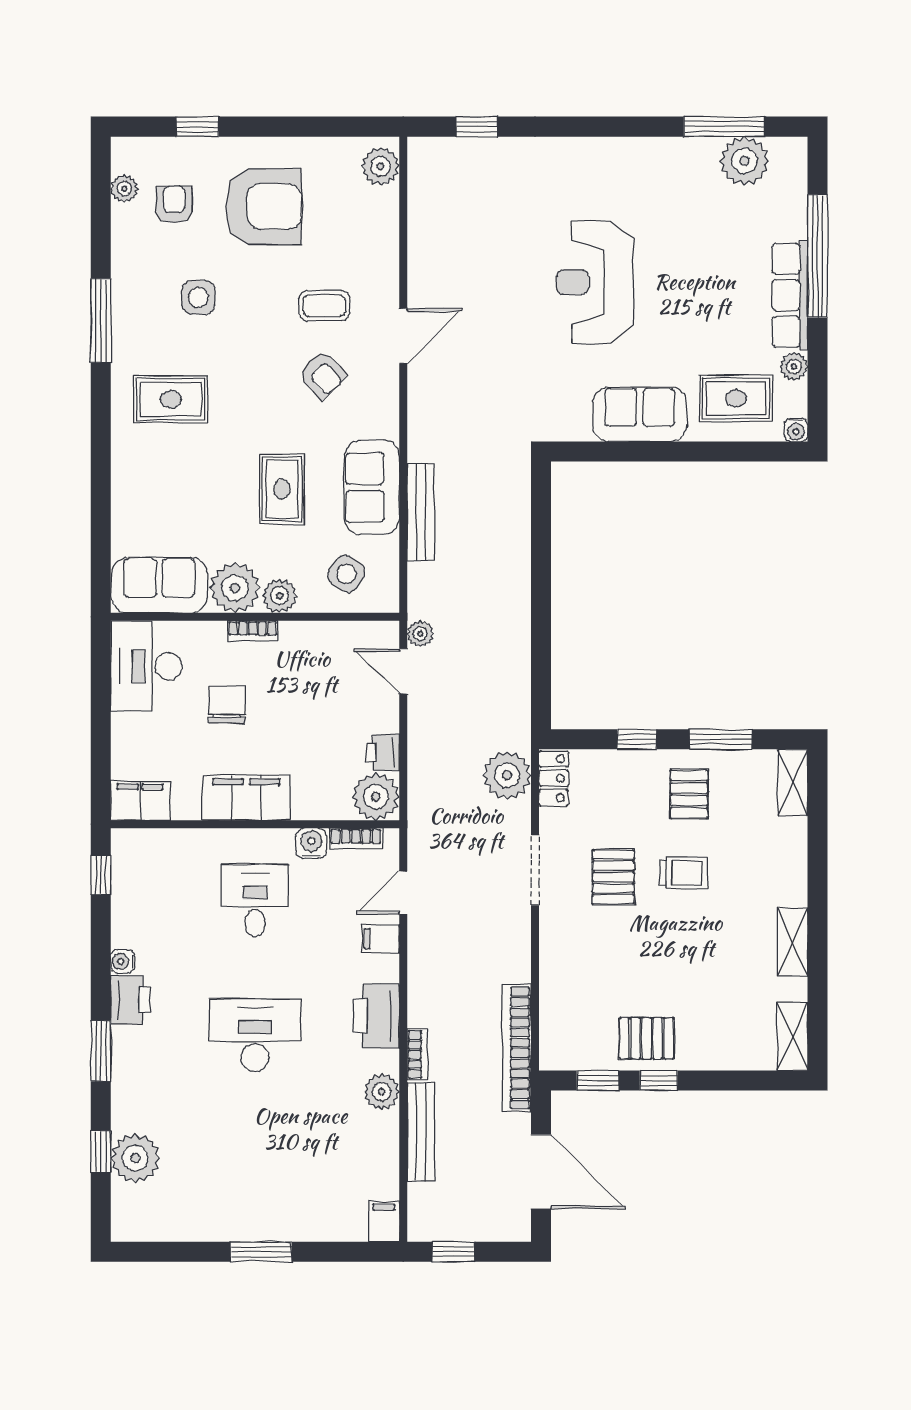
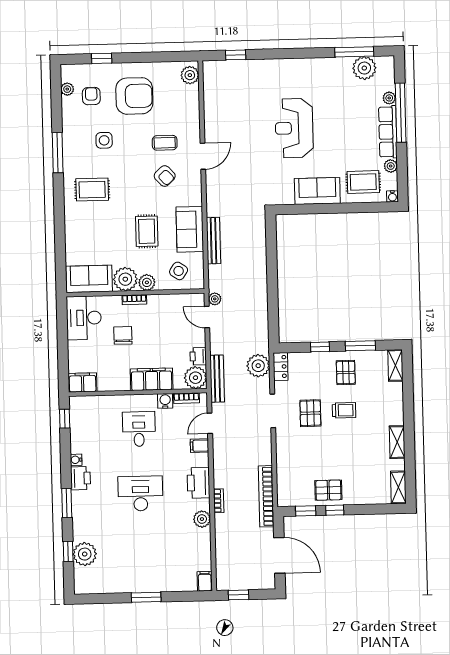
plant: (795, 225) -> (389, 98), added
filing cabinet: (246, 798) -> (152, 379), moved
bench: (421, 1132) -> (217, 379), moved

